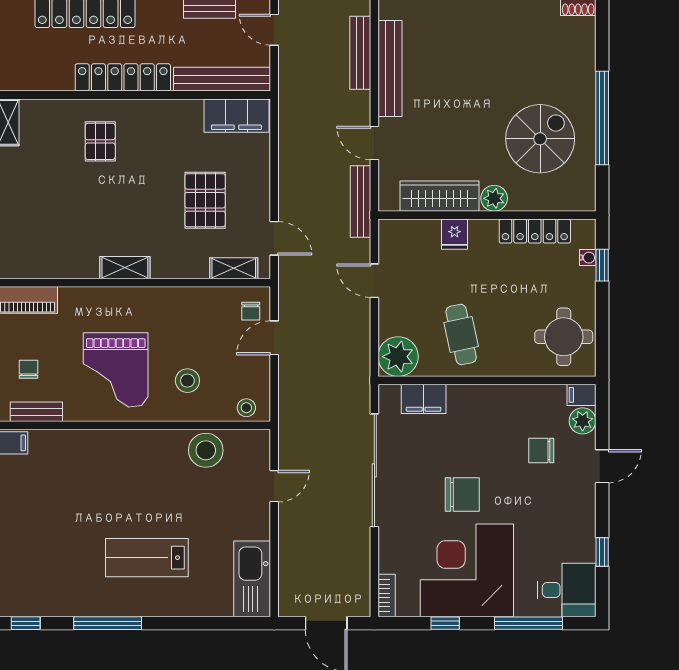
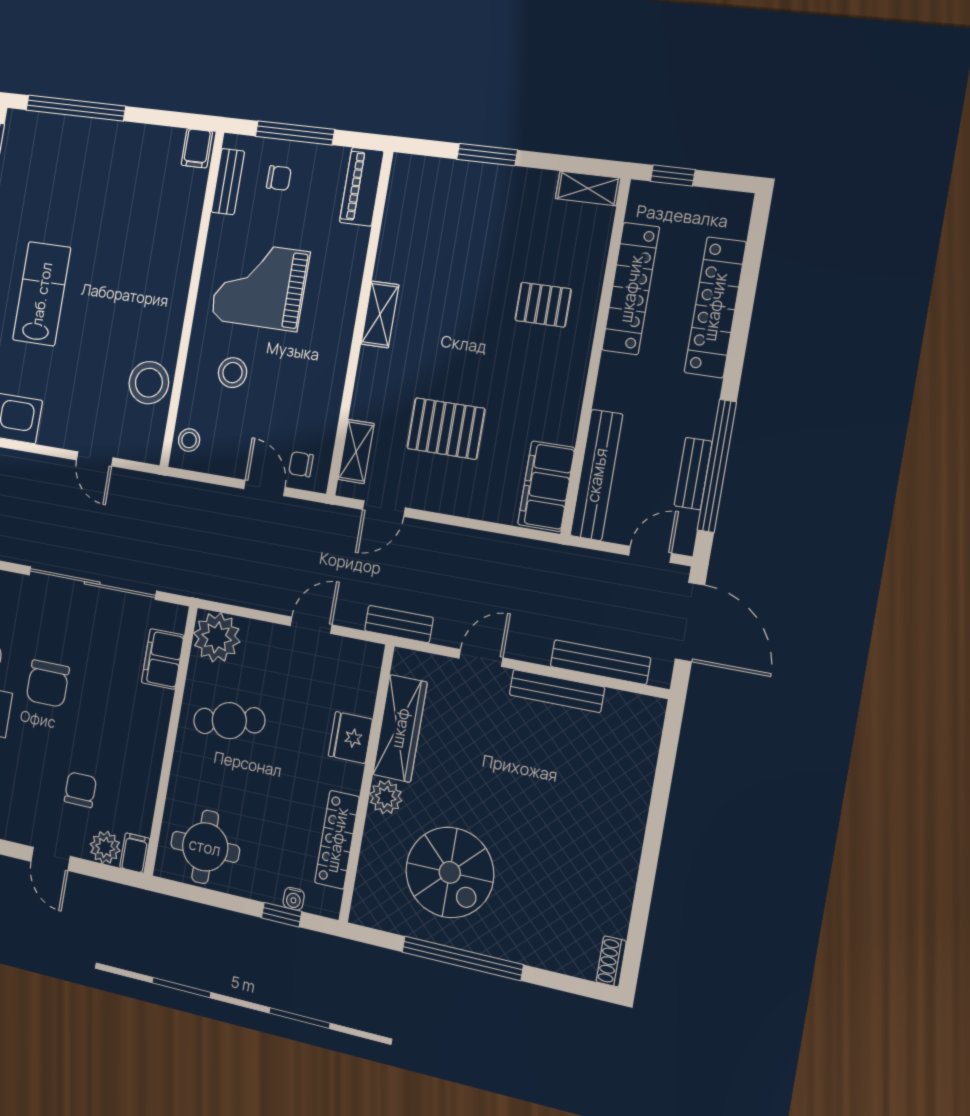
bench: (390, 68) -> (557, 691), width x0.73, depth x0.82
locker: (123, 77) -> (631, 289), moved
bench: (360, 201) -> (399, 624), width x0.73
fridge: (455, 234) -> (350, 738), width x1.38

